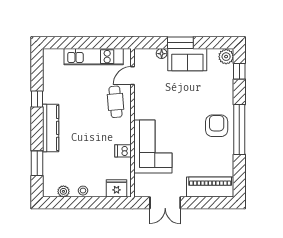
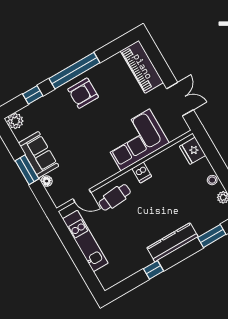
window: (239, 71) -> (33, 95), moved
dishwasher: (123, 151) -> (142, 172), moved

